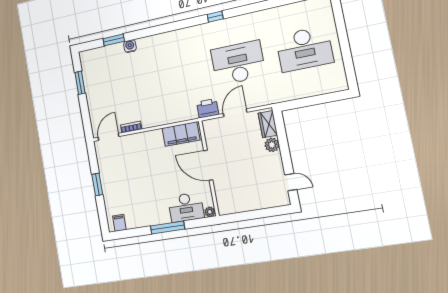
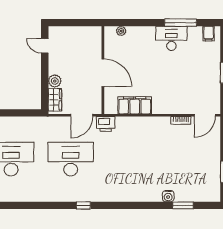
desk: (238, 63) -> (71, 159), turned 180
door: (208, 165) -> (103, 73), moved
wall: (209, 168) -> (103, 70), moved
desk: (186, 207) -> (171, 38), moved
window: (168, 228) -> (181, 23), moved

